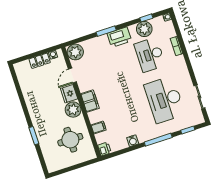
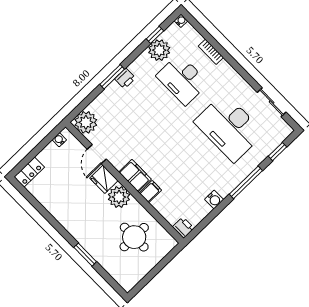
printer: (119, 37) -> (125, 78), width x0.53, depth x0.68
locker: (40, 61) -> (29, 172), moved
filing cabinet: (99, 127) -> (150, 192), moved

